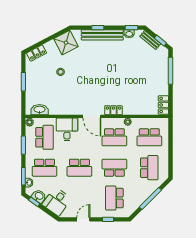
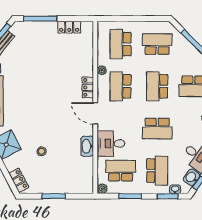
locker: (163, 105) -> (69, 27), moved
washbasin: (40, 110) -> (87, 146), moved
door: (92, 116) -> (95, 113), swing flipped
school desk: (114, 137) -> (121, 86), turned 180
school desk: (149, 137) -> (121, 44), turned 180
school desk: (79, 168) -> (157, 128), turned 90

